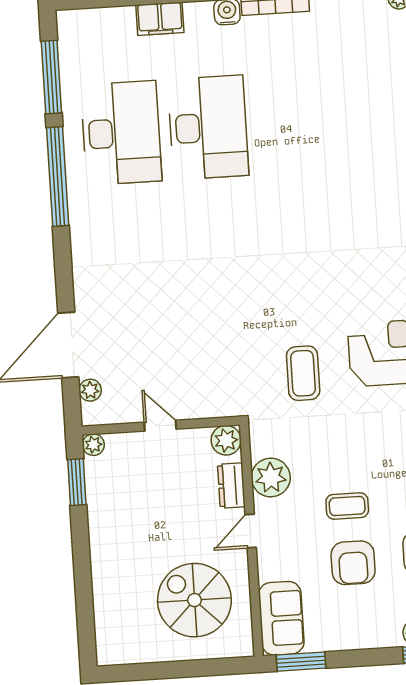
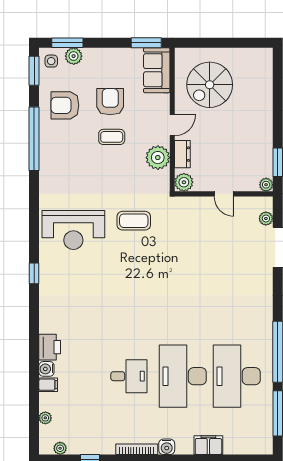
desk: (295, 122) -> (129, 376), added
coffee table: (303, 373) -> (134, 221), turned 90
spiral stairs: (194, 600) -> (210, 85), turned 90

